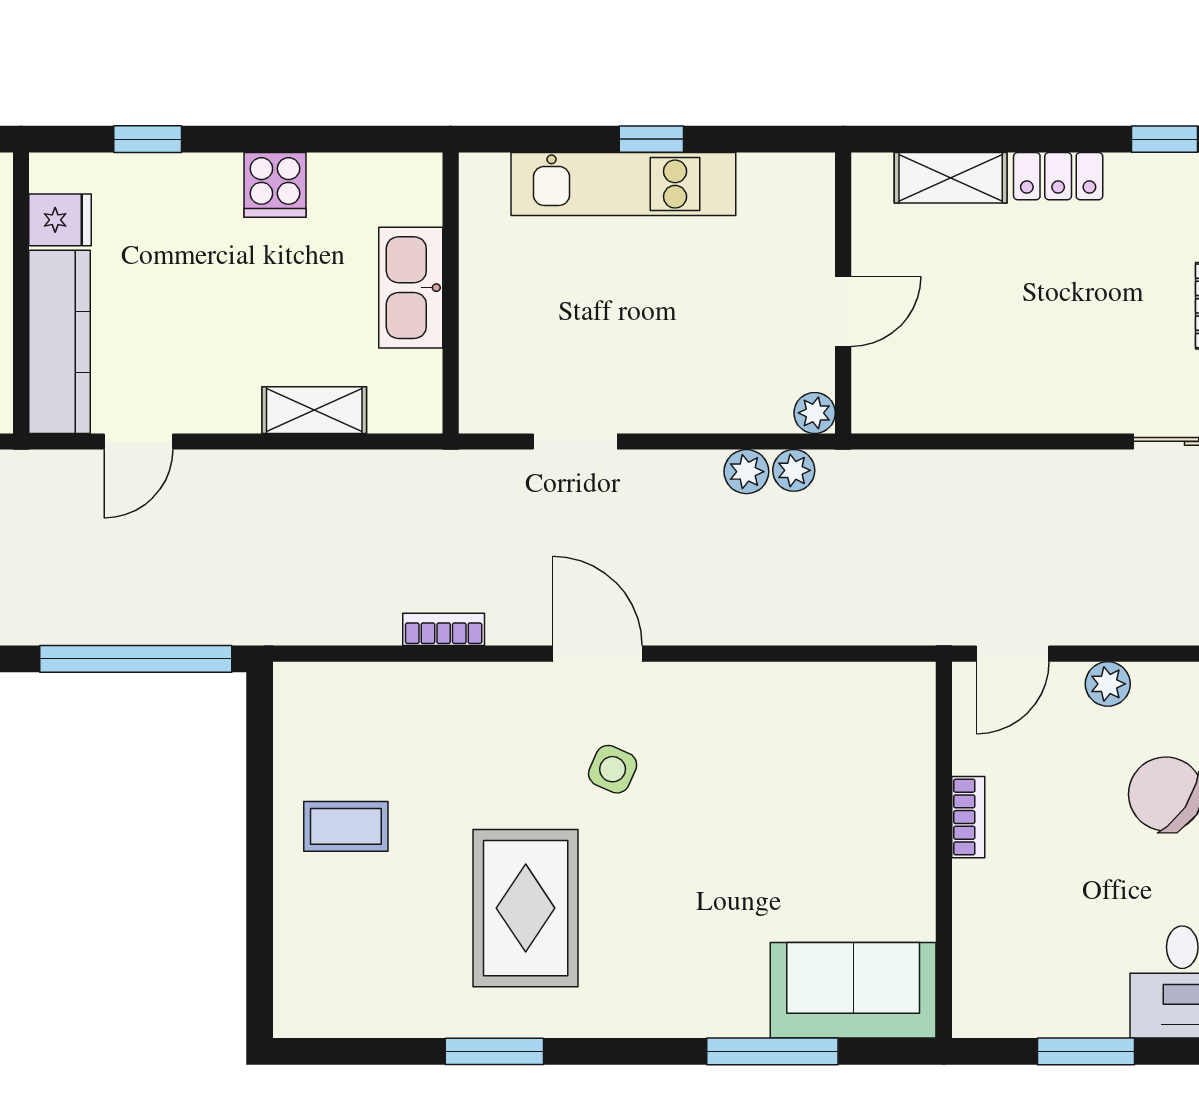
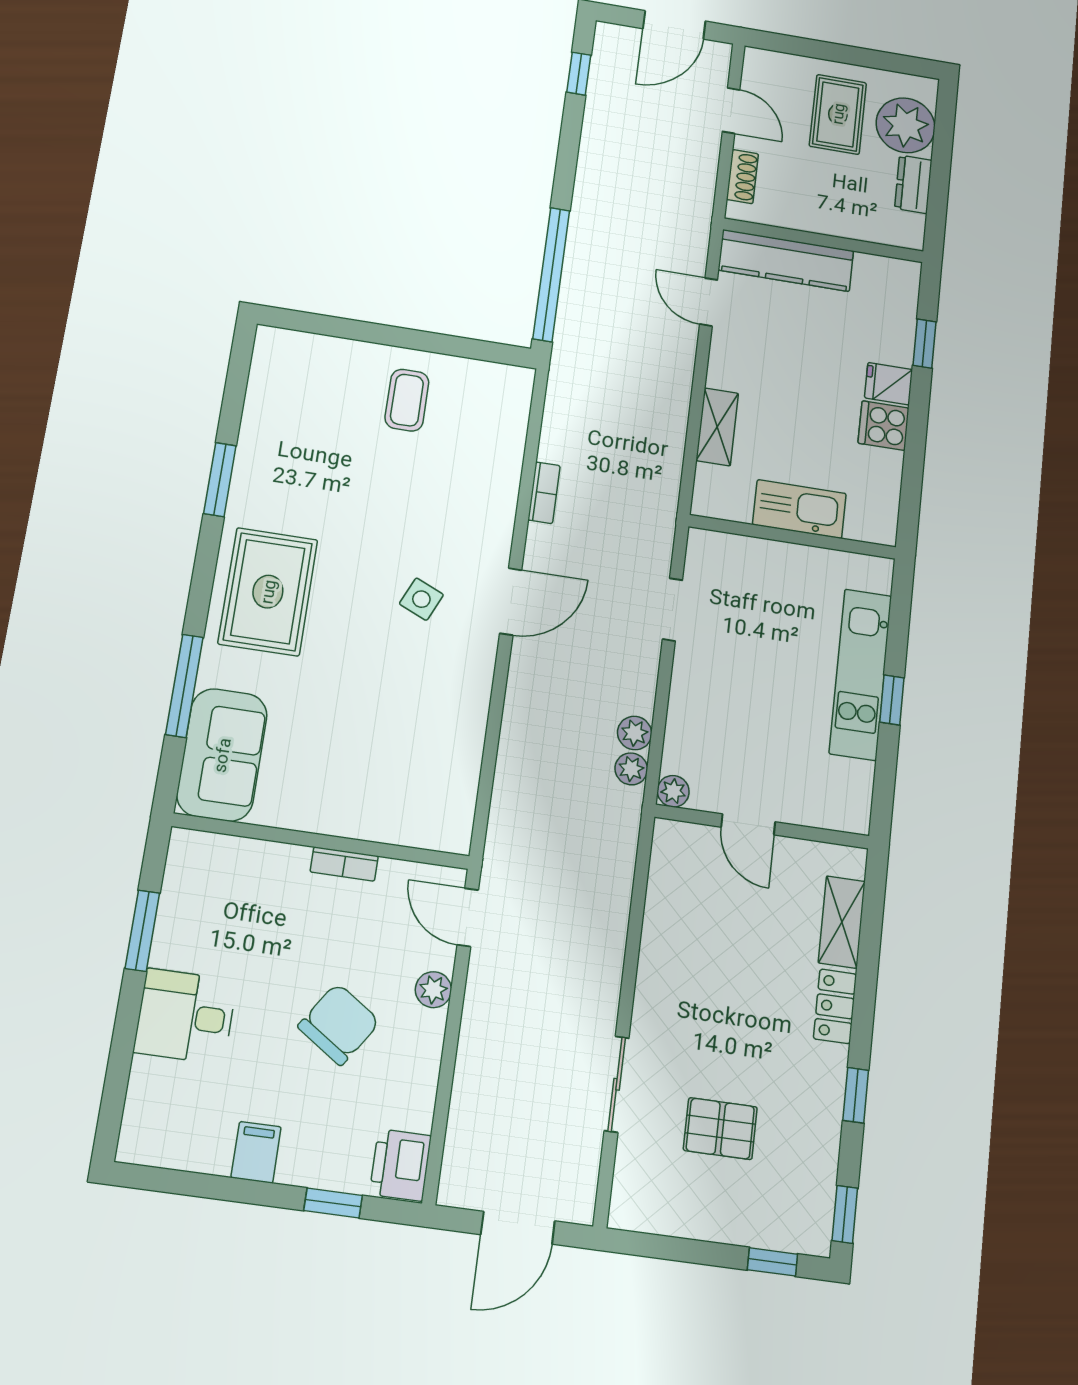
fridge: (60, 220) -> (889, 384), moved, turned 90
rug: (526, 908) -> (268, 592), moved, turned 90

